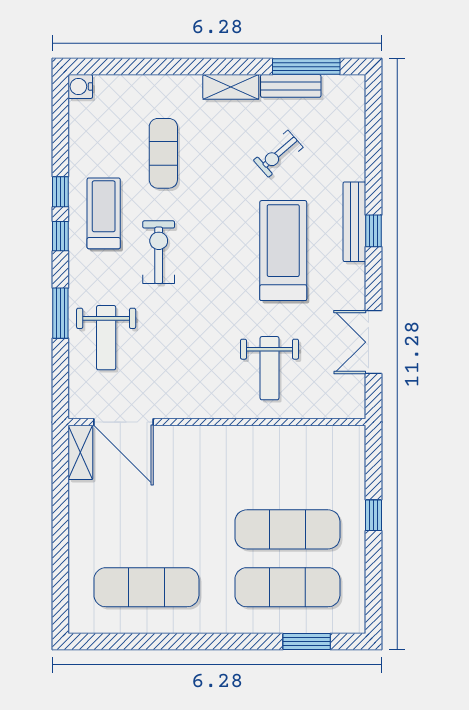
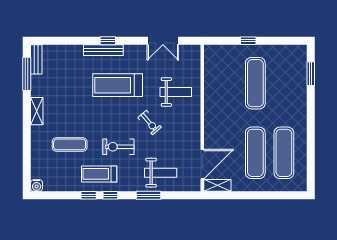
bench: (291, 86) -> (36, 59), moved
exercise bike: (278, 154) -> (149, 123), moved
exercise mat: (287, 587) -> (255, 153), moved

